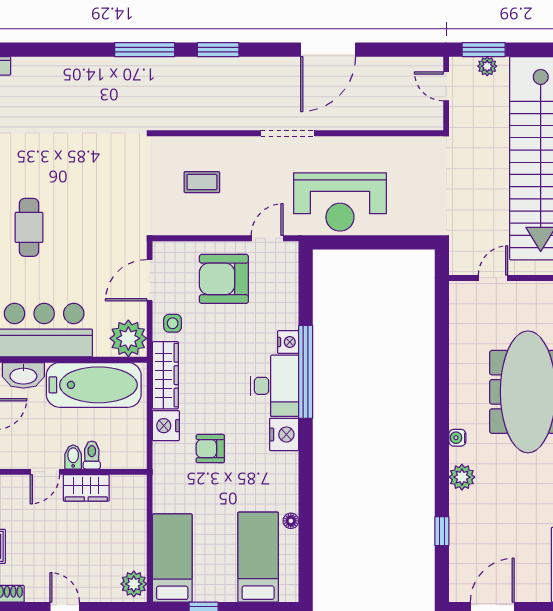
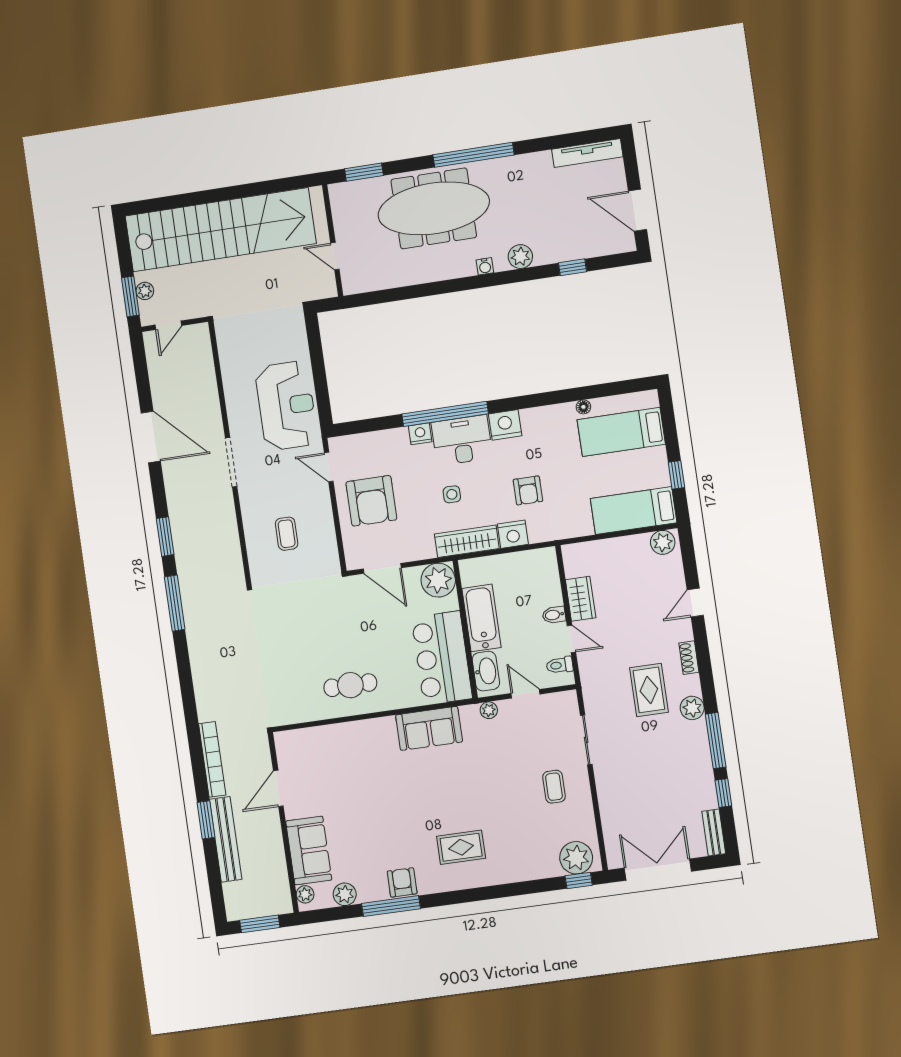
side table: (173, 323) -> (452, 494), moved
bathtub: (94, 385) -> (481, 618), width x0.73, depth x0.73
toilet: (92, 455) -> (560, 665), moved

